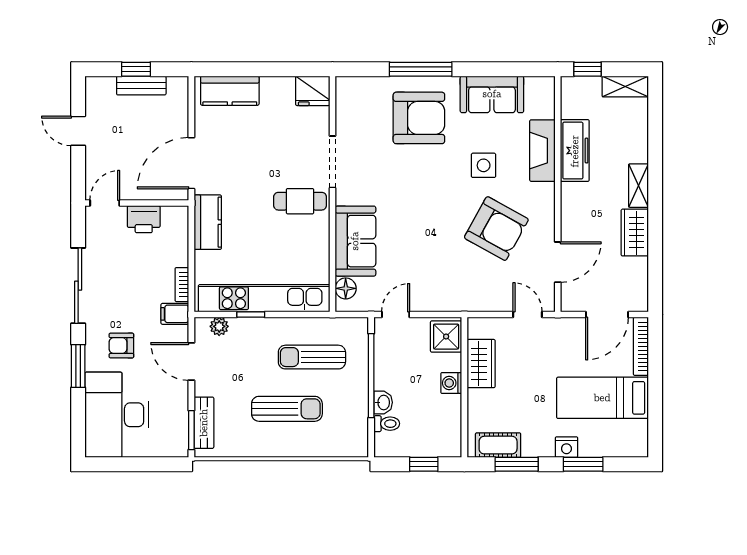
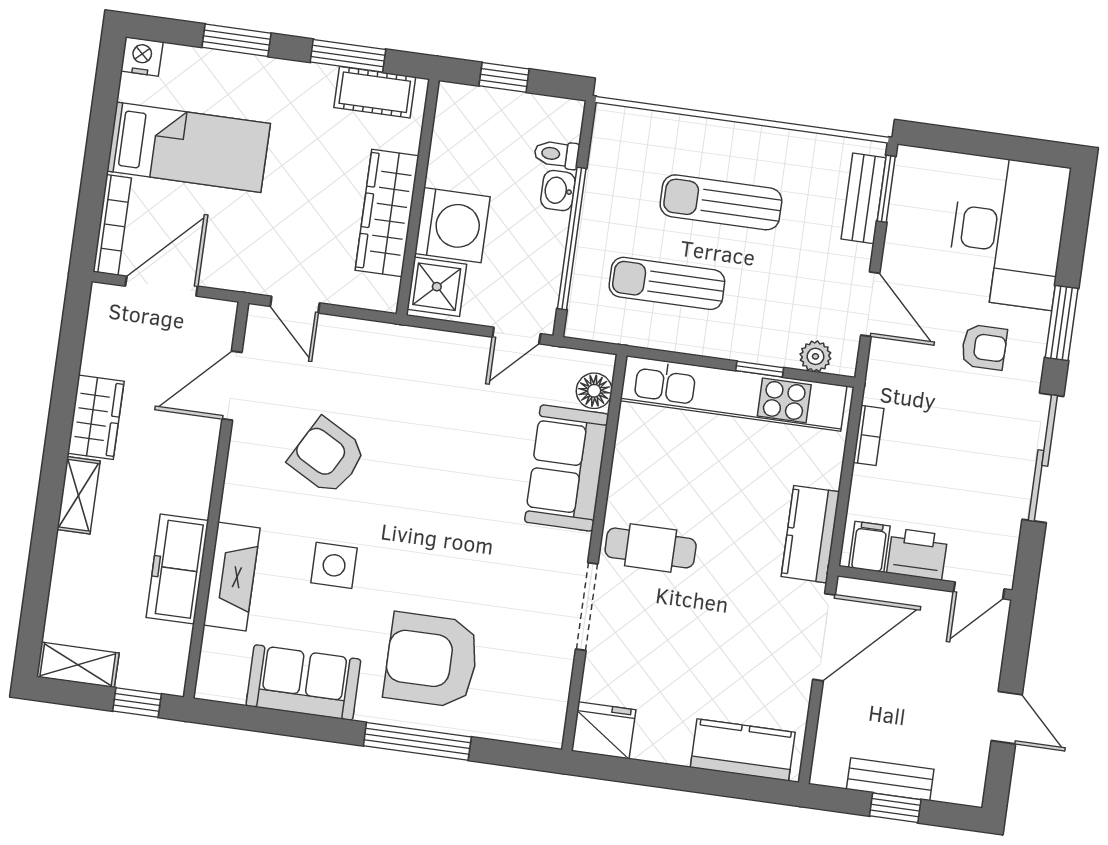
armchair: (496, 229) -> (327, 456), width x0.73, depth x0.73
filing cabinet: (175, 314) -> (869, 547), moved, turned -90
sun lounger: (312, 357) -> (667, 283), turned 180
wardrobe: (481, 364) -> (387, 213), width x1.50
washing machine: (451, 383) -> (452, 225), width x1.89, depth x1.89
nightstand: (566, 447) -> (142, 56), moved

